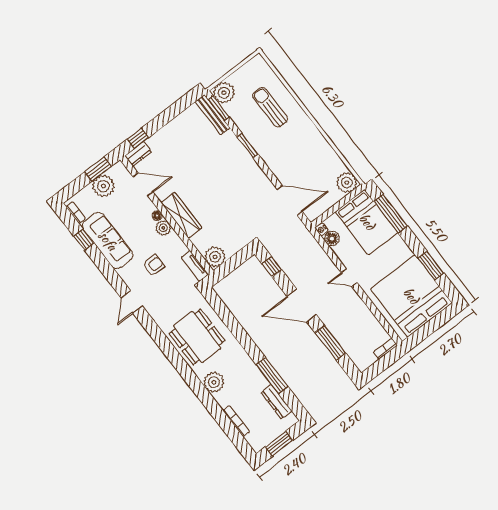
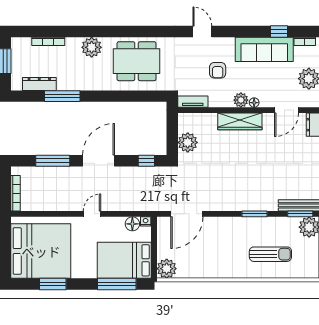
plant: (215, 257) -> (188, 142), moved
bookcase: (385, 349) -> (16, 193), width x1.56

